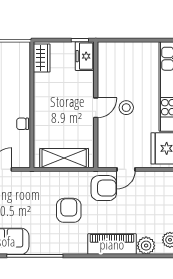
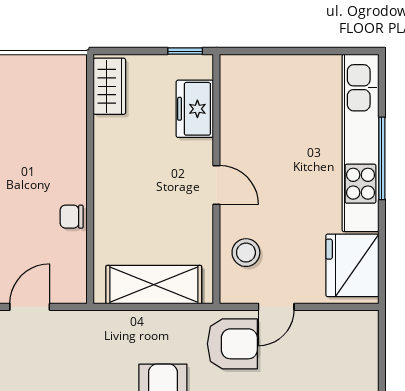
freezer: (85, 56) -> (195, 109), moved
door: (96, 108) -> (216, 185), hinge flipped
stool: (126, 108) -> (246, 253), moved

